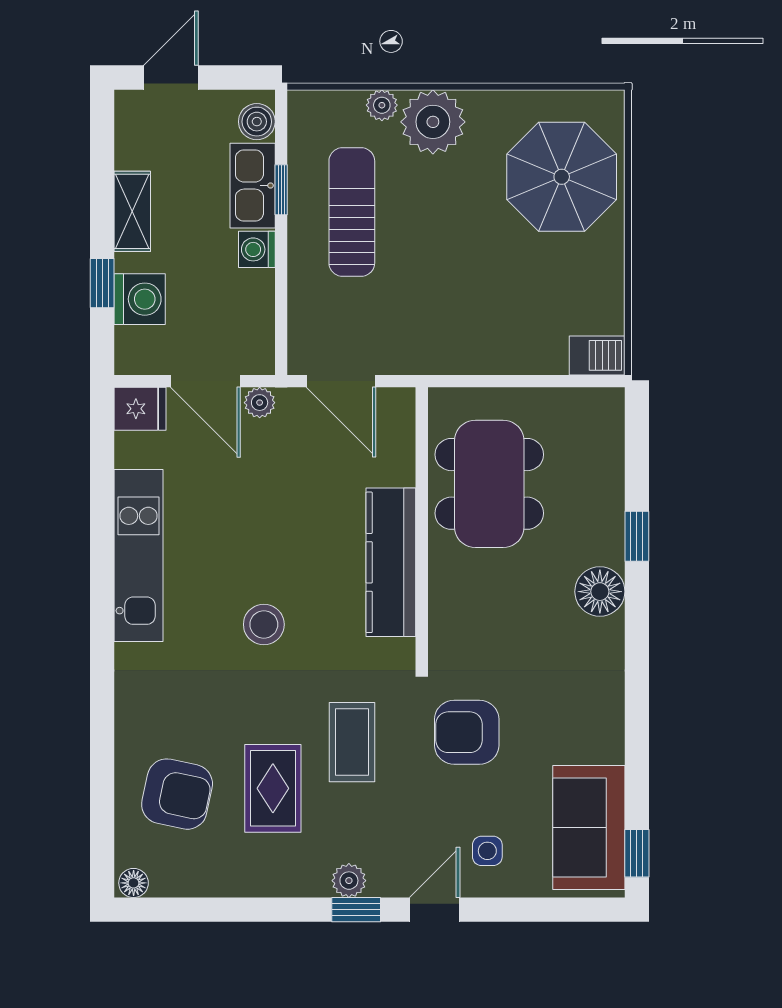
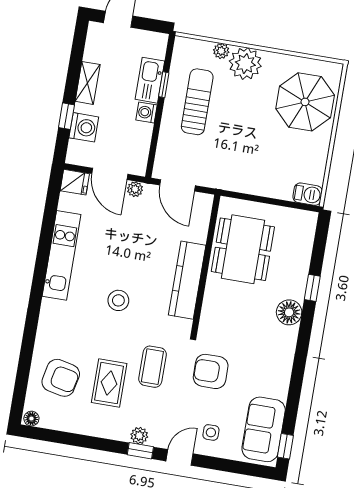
boiler: (257, 122) -> (157, 49), removed

